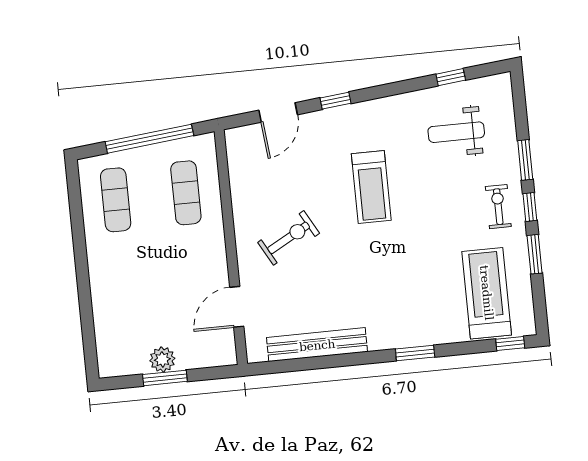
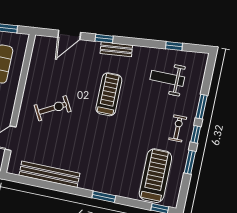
bench: (360, 112) -> (116, 49), added
treadmill: (371, 187) -> (109, 94), turned 180

